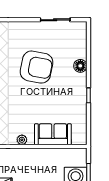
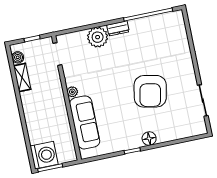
floor lamp: (80, 66) -> (149, 139), moved
sofa: (53, 134) -> (85, 122), width x1.36

